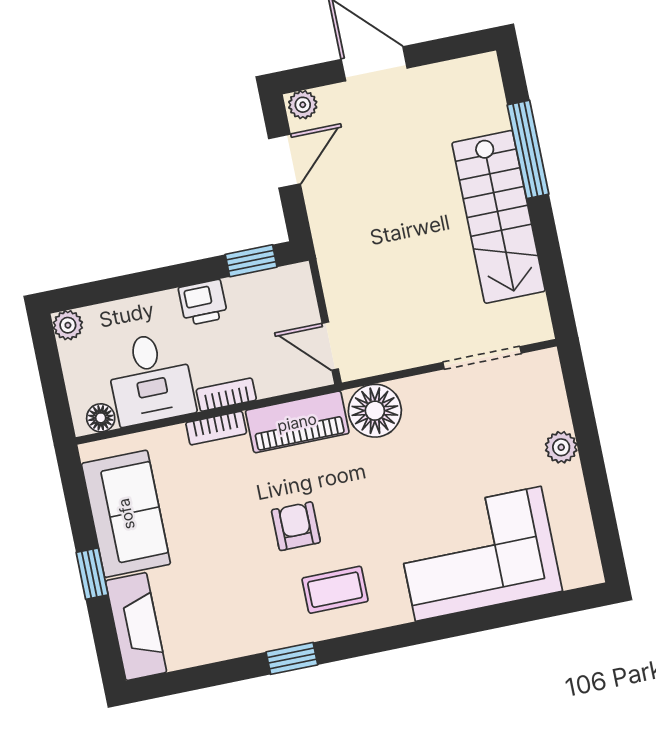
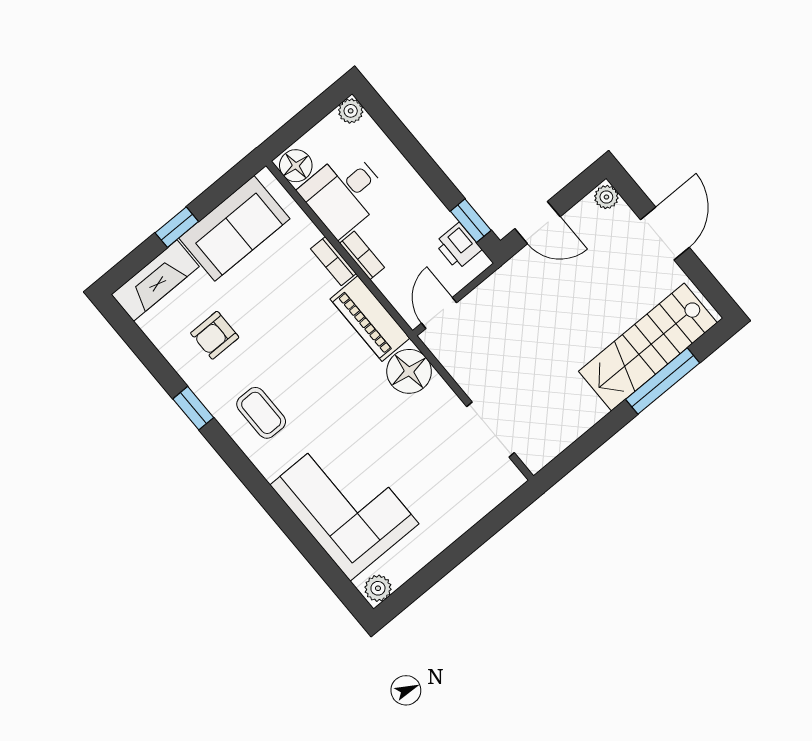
door: (285, 161) -> (537, 223), moved
stairs: (499, 217) -> (648, 347), moved
printer: (203, 302) -> (458, 246), moved
floor lamp: (101, 418) -> (296, 166), width x1.37, depth x1.37
plant: (561, 447) -> (378, 588), moved
armchair: (296, 526) -> (215, 335), moved, turned 180

